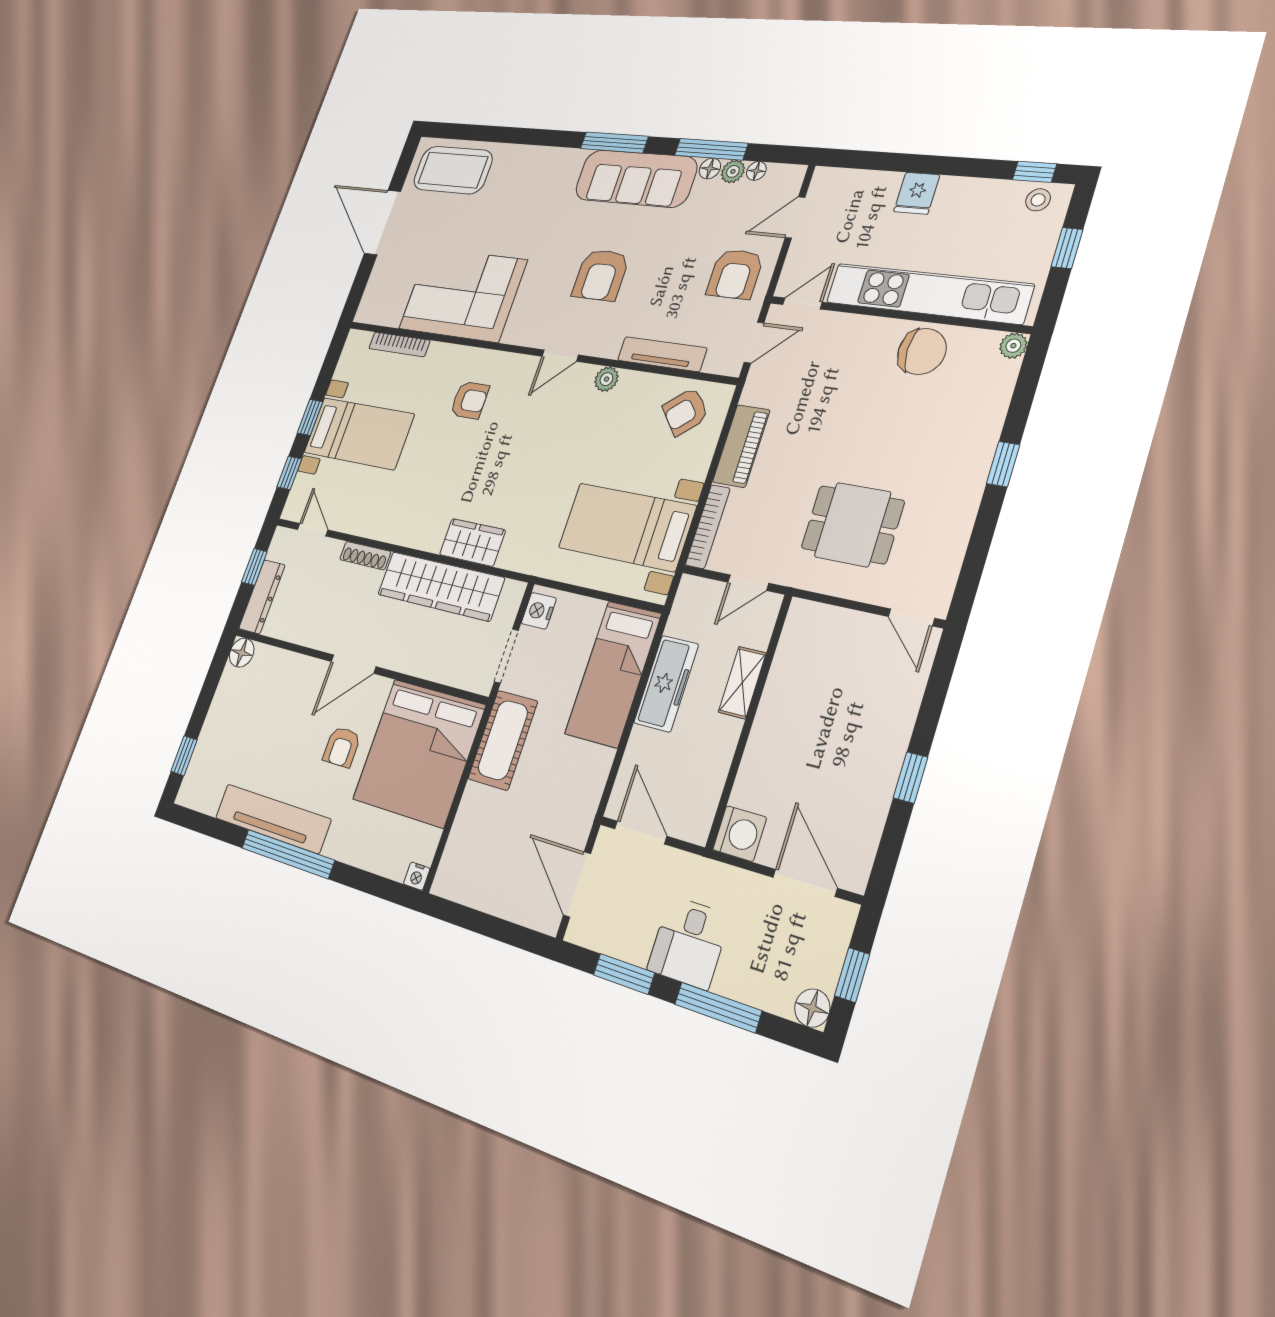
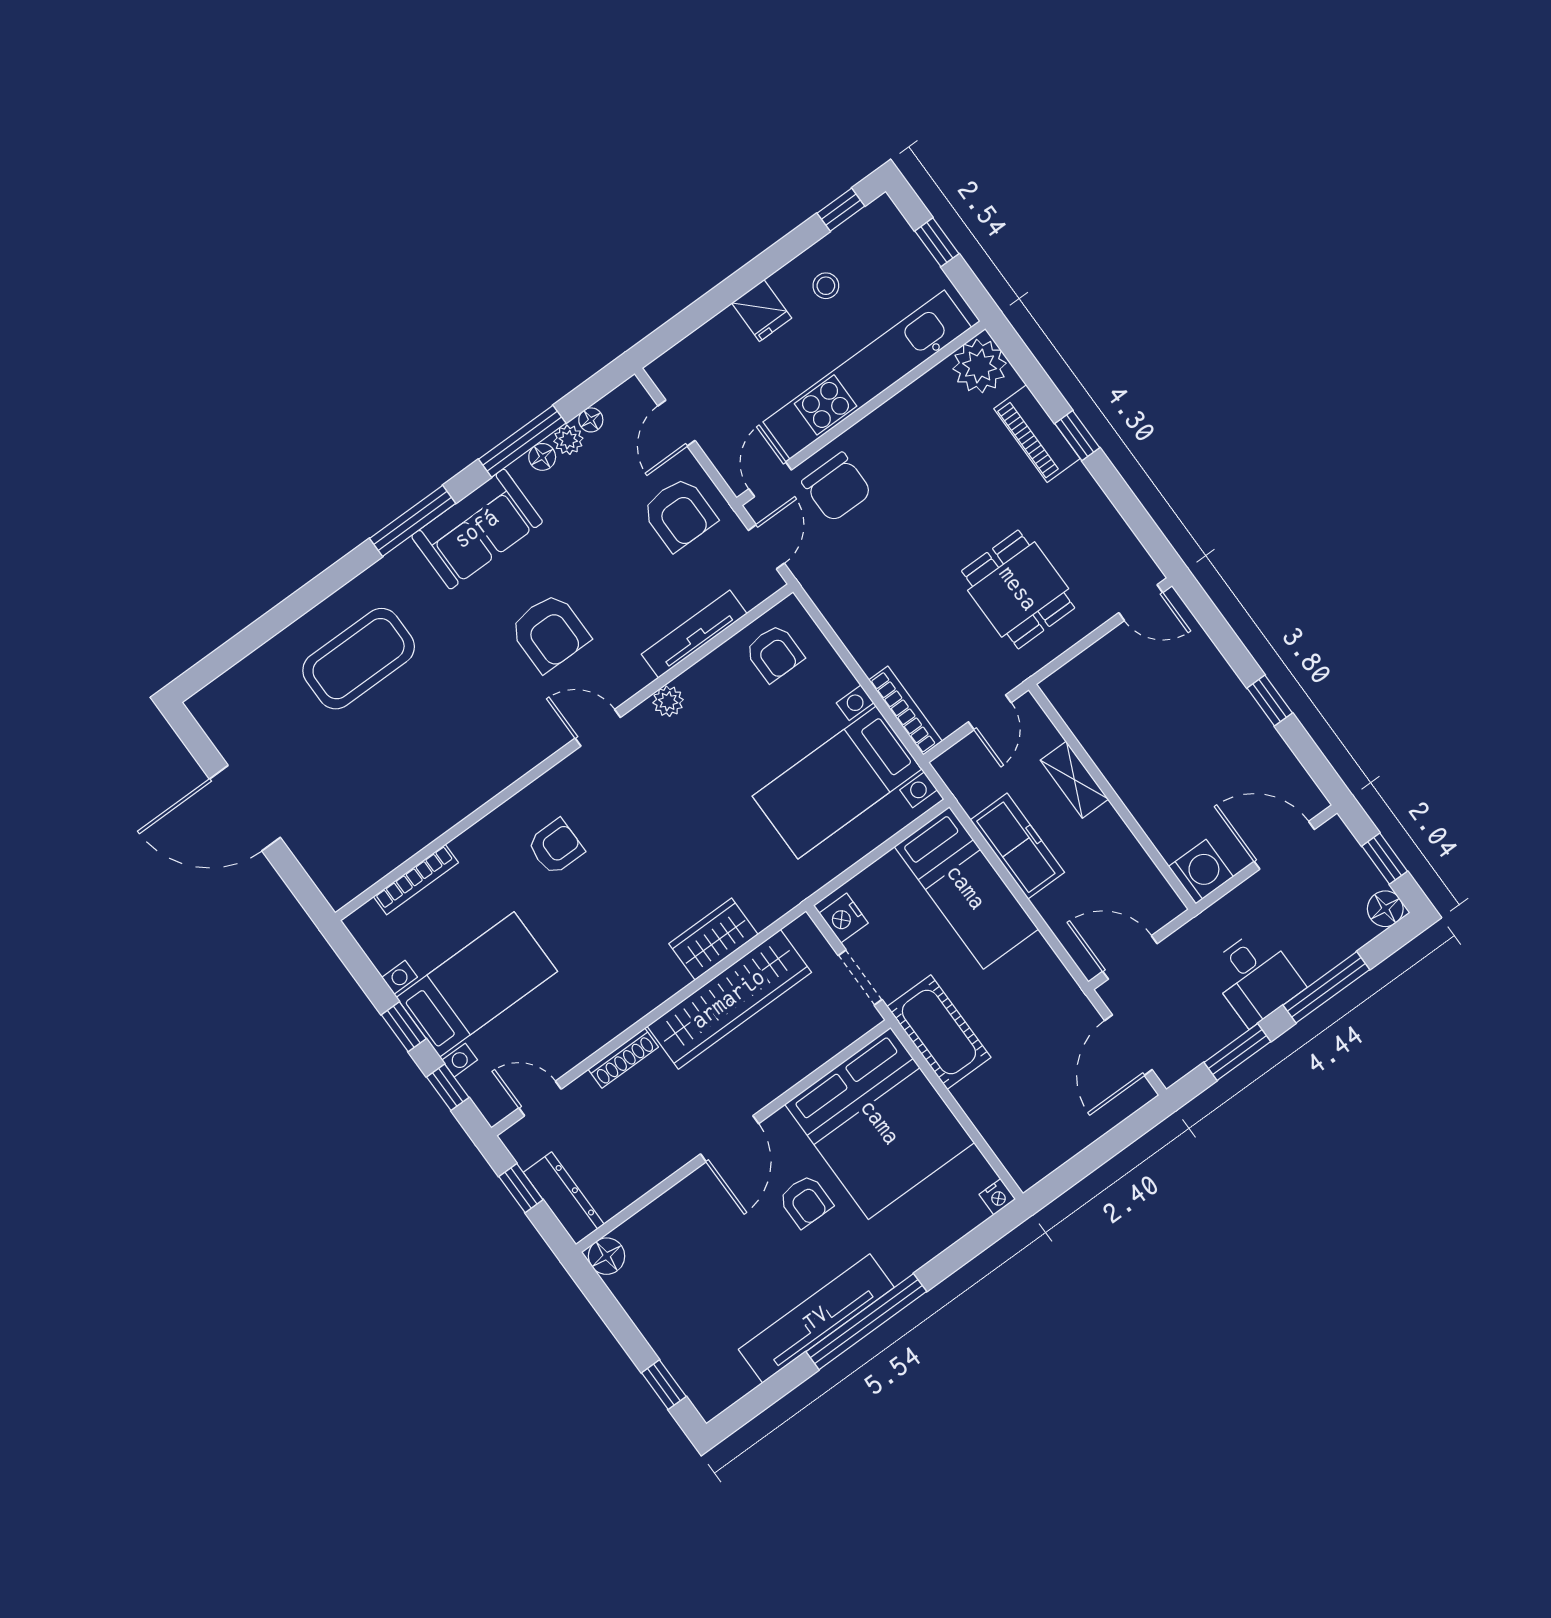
coffee table: (453, 170) -> (359, 659), moved
sofa: (636, 178) -> (477, 529), width x0.73
stool: (1038, 200) -> (826, 286), moved
corner sofa: (463, 295) -> (426, 779), removed
plant: (1013, 346) -> (980, 366), width x1.88, depth x1.88
chair: (922, 351) -> (837, 487), moved, turned 90
door: (560, 356) -> (598, 728), swing flipped
armchair: (685, 412) -> (774, 653), turned -49
piano: (741, 446) -> (1037, 434), moved, turned 180
dining table: (853, 525) -> (1018, 589), turned 90
door: (577, 884) -> (1128, 1045), hinge flipped

